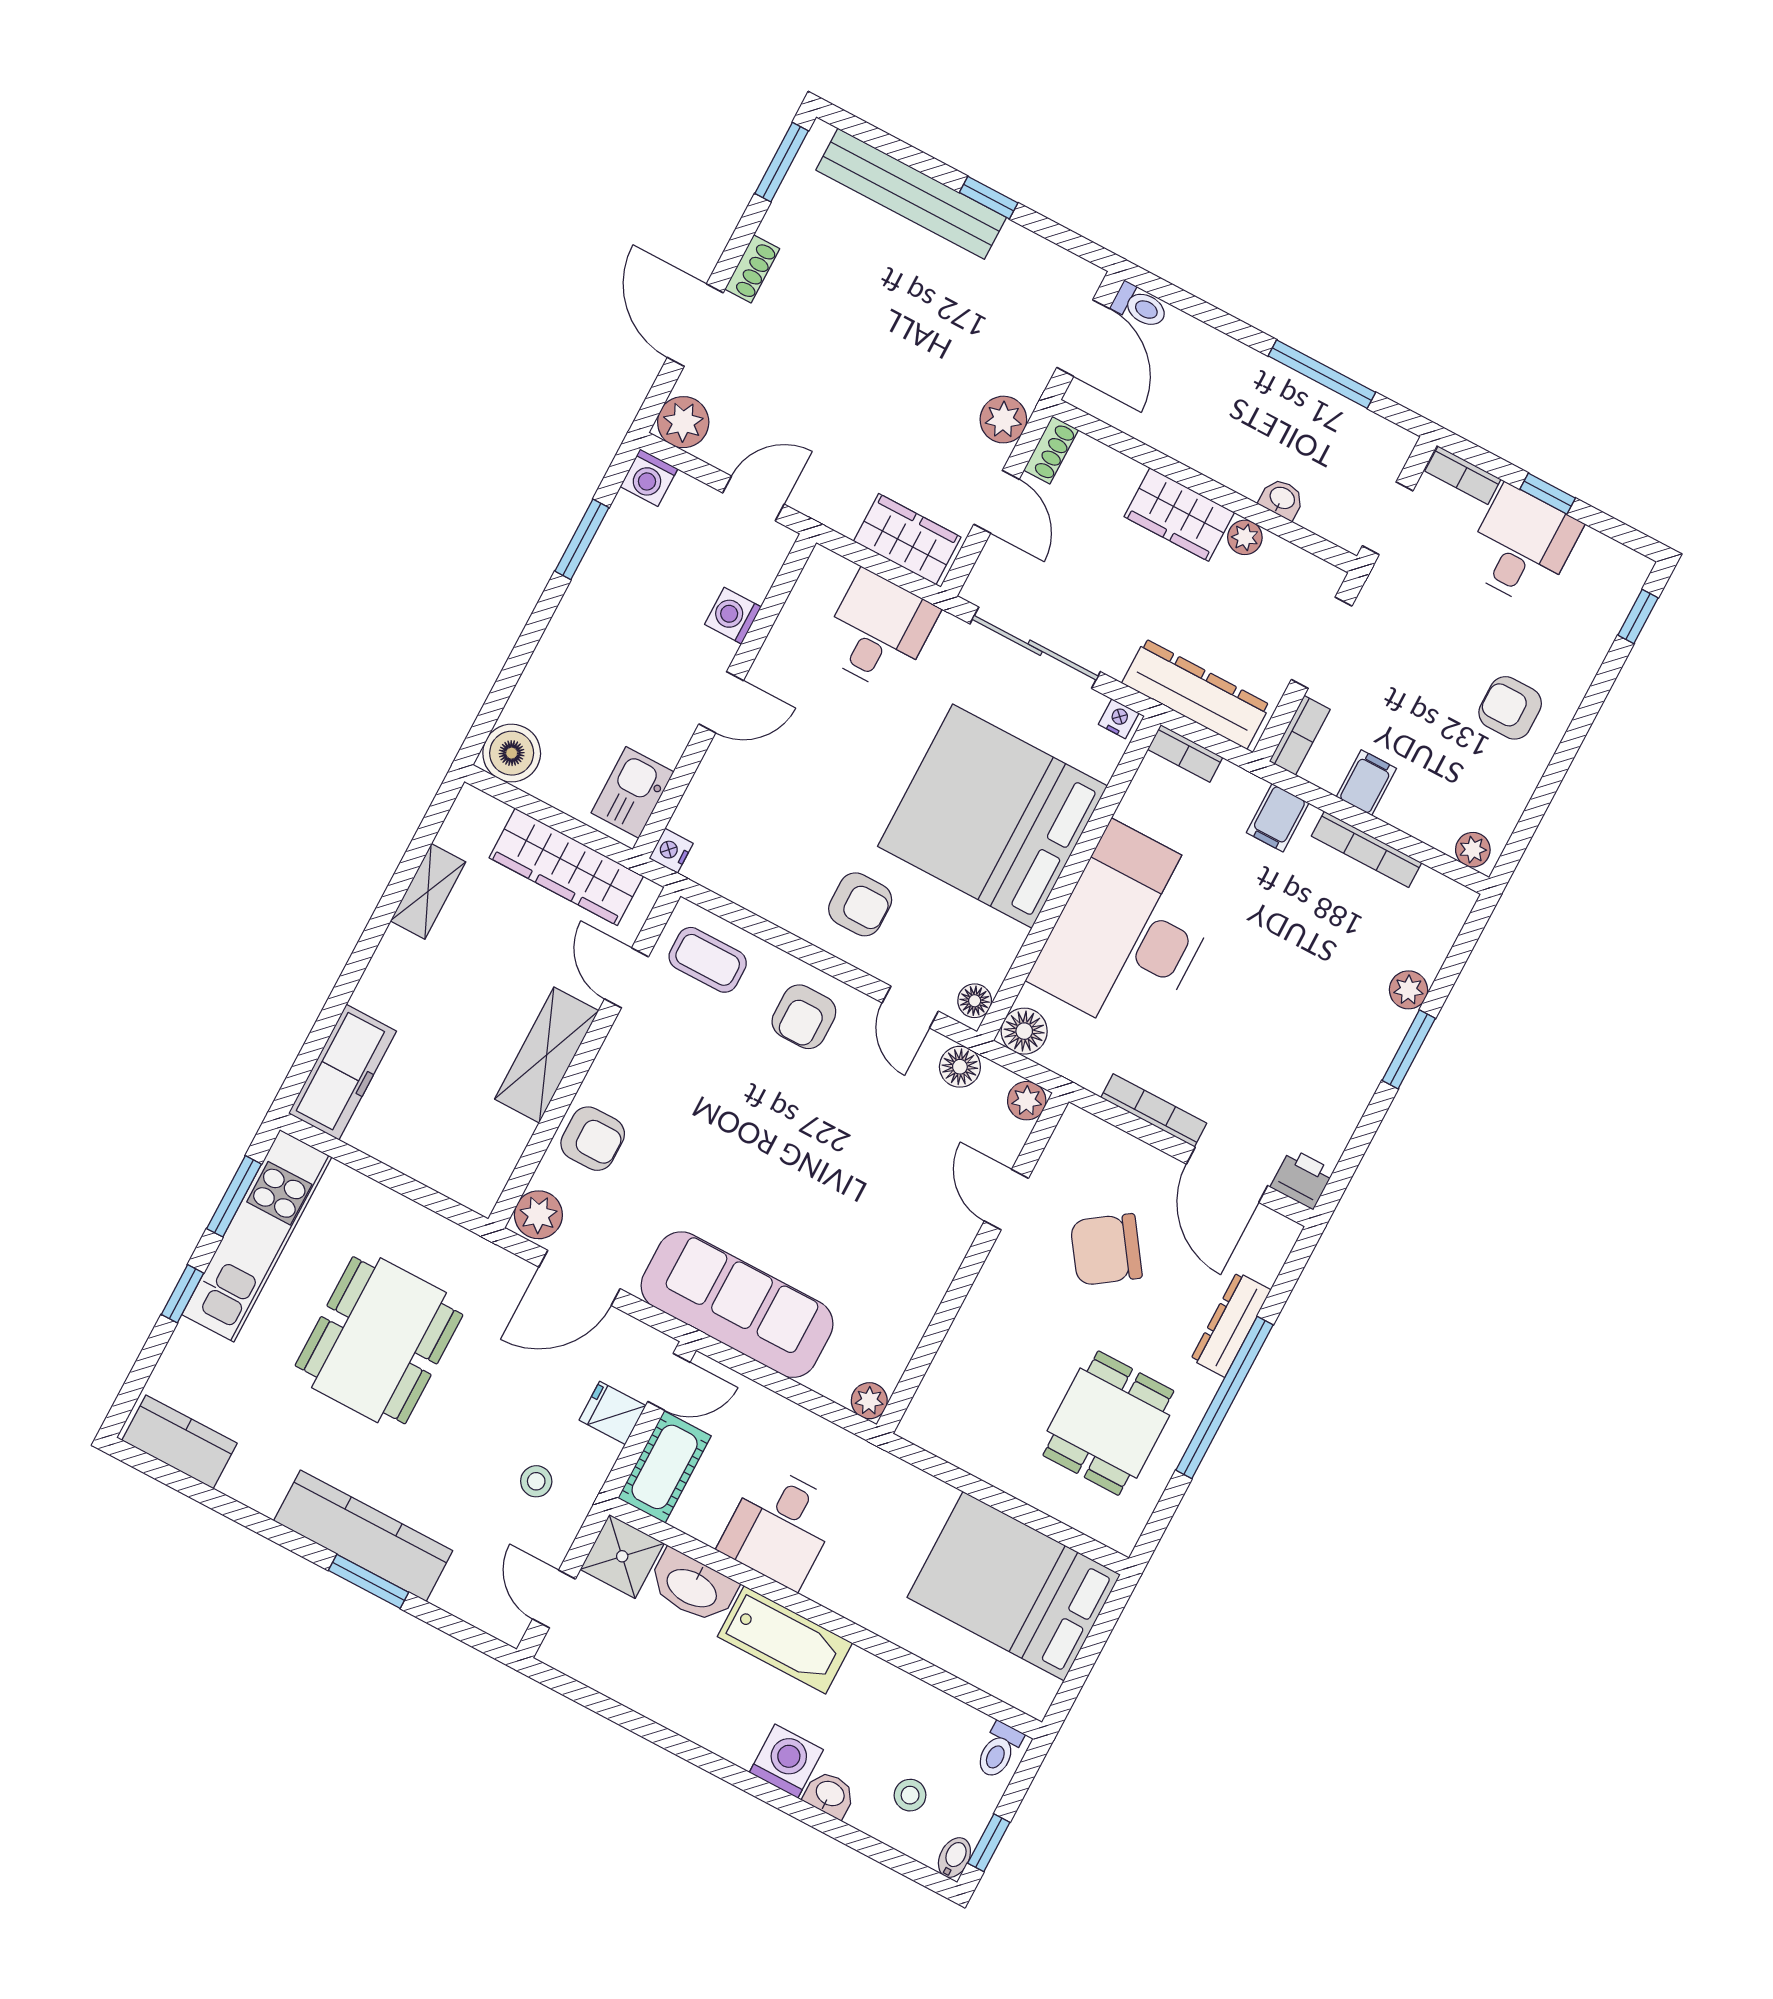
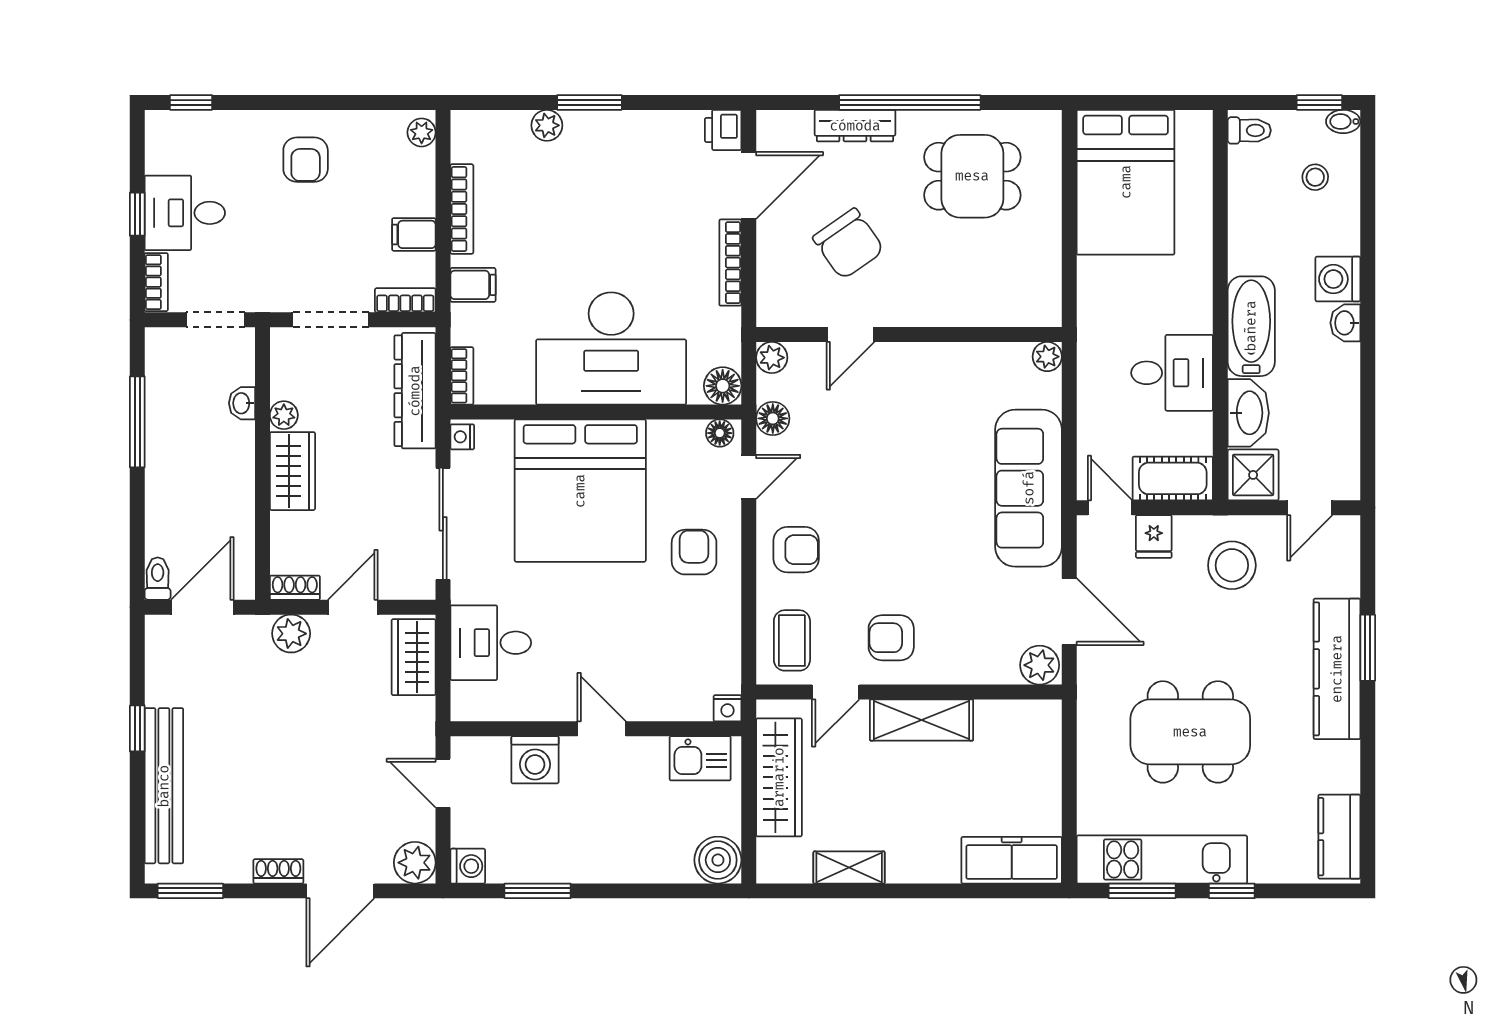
washing machine: (733, 616) -> (535, 760), width x1.38, depth x1.38
armchair: (593, 1139) -> (891, 638), moved, turned -90
stool: (536, 1481) -> (1232, 565), width x1.89, depth x1.89
washbasin: (830, 1794) -> (1345, 323), moved

